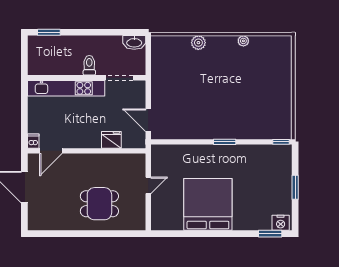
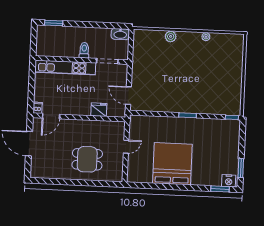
window: (295, 187) -> (241, 168), moved

